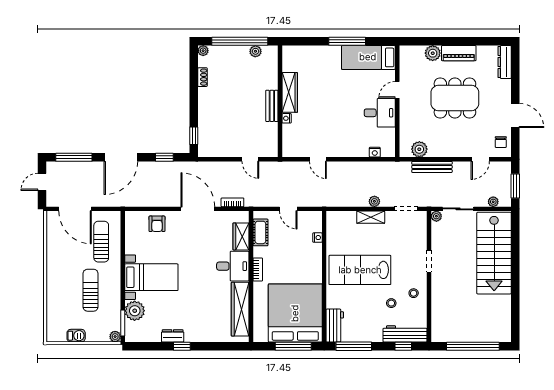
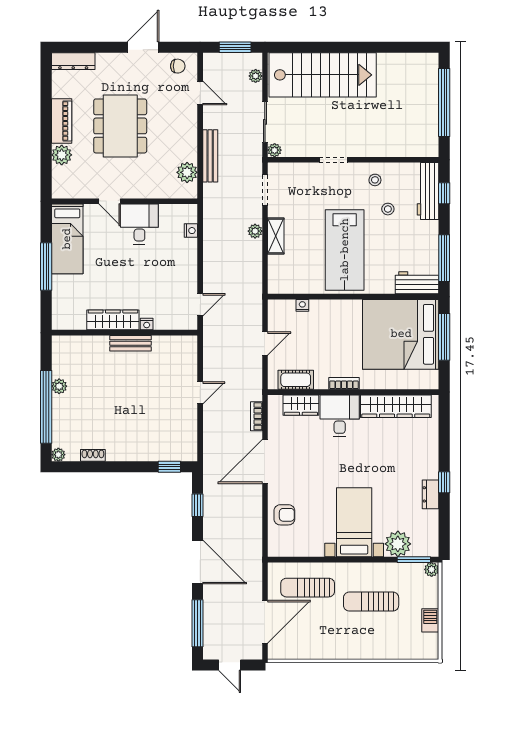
wardrobe: (290, 92) -> (113, 320), moved
wall: (280, 101) -> (124, 333), moved
bench: (272, 106) -> (130, 343), moved
nightstand: (287, 118) -> (147, 324), moved

